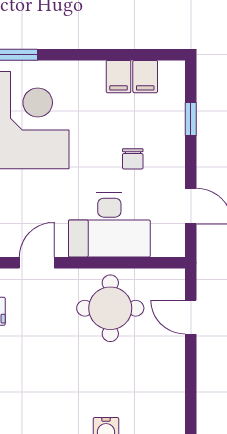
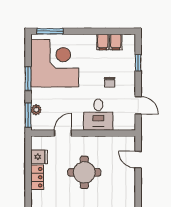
desk: (109, 225) -> (98, 115), width x0.73
round table: (110, 308) -> (84, 172), moved

